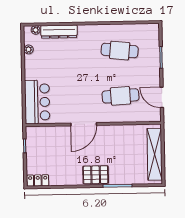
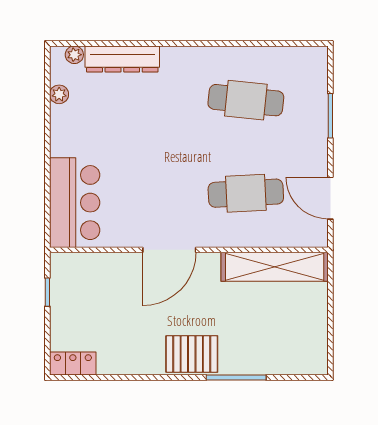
shelving: (155, 154) -> (275, 267), moved, turned 90

